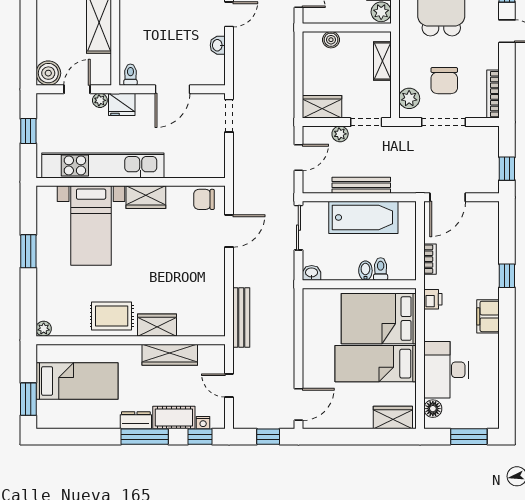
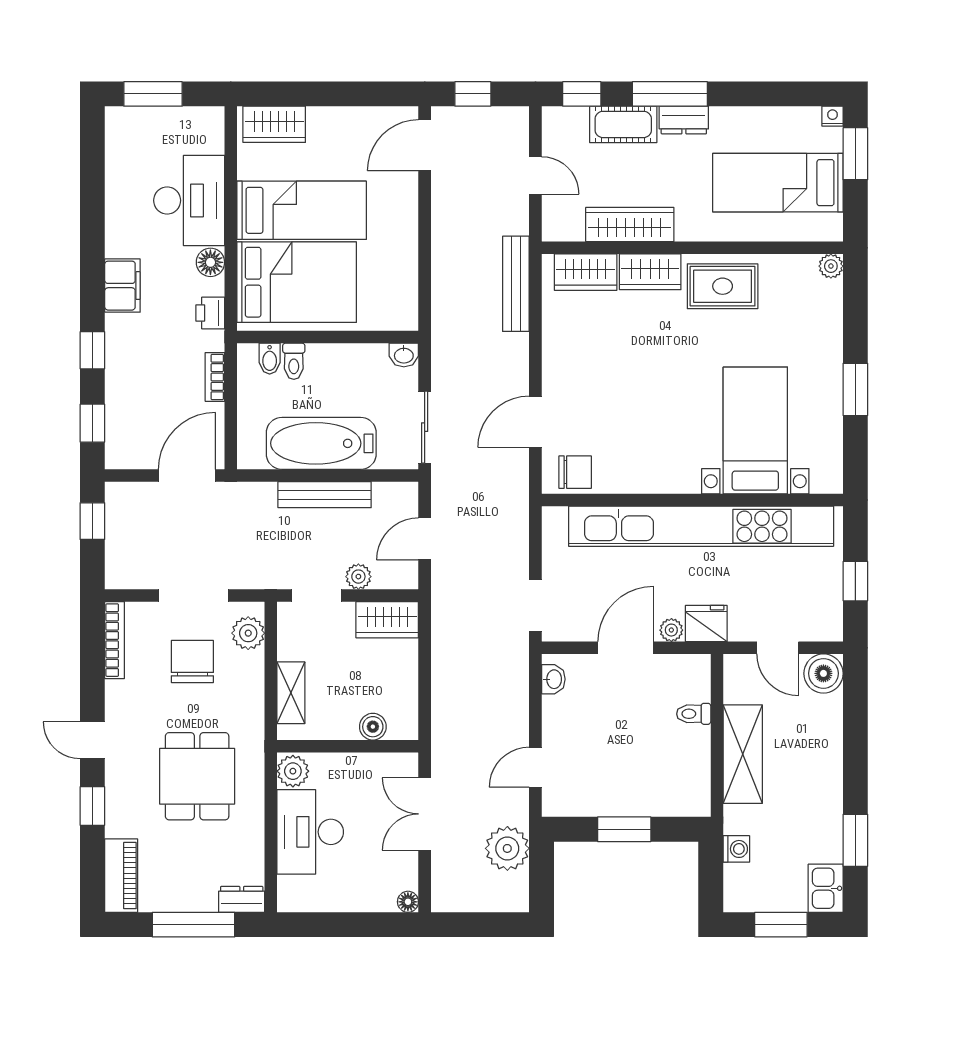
washbasin: (218, 45) -> (553, 679), moved
toilet: (130, 75) -> (694, 714), moved, turned 90
door: (77, 89) -> (778, 648), hinge flipped
plant: (100, 100) -> (671, 630), moved
kitchen unit: (103, 165) -> (701, 526), width x1.36
wardrobe: (146, 197) -> (586, 272), moved, turned 180
window: (507, 230) -> (92, 423), added
bidet: (365, 271) -> (270, 359), moved
floor lamp: (433, 409) -> (210, 262), moved
nightstand: (203, 423) -> (832, 116), moved

